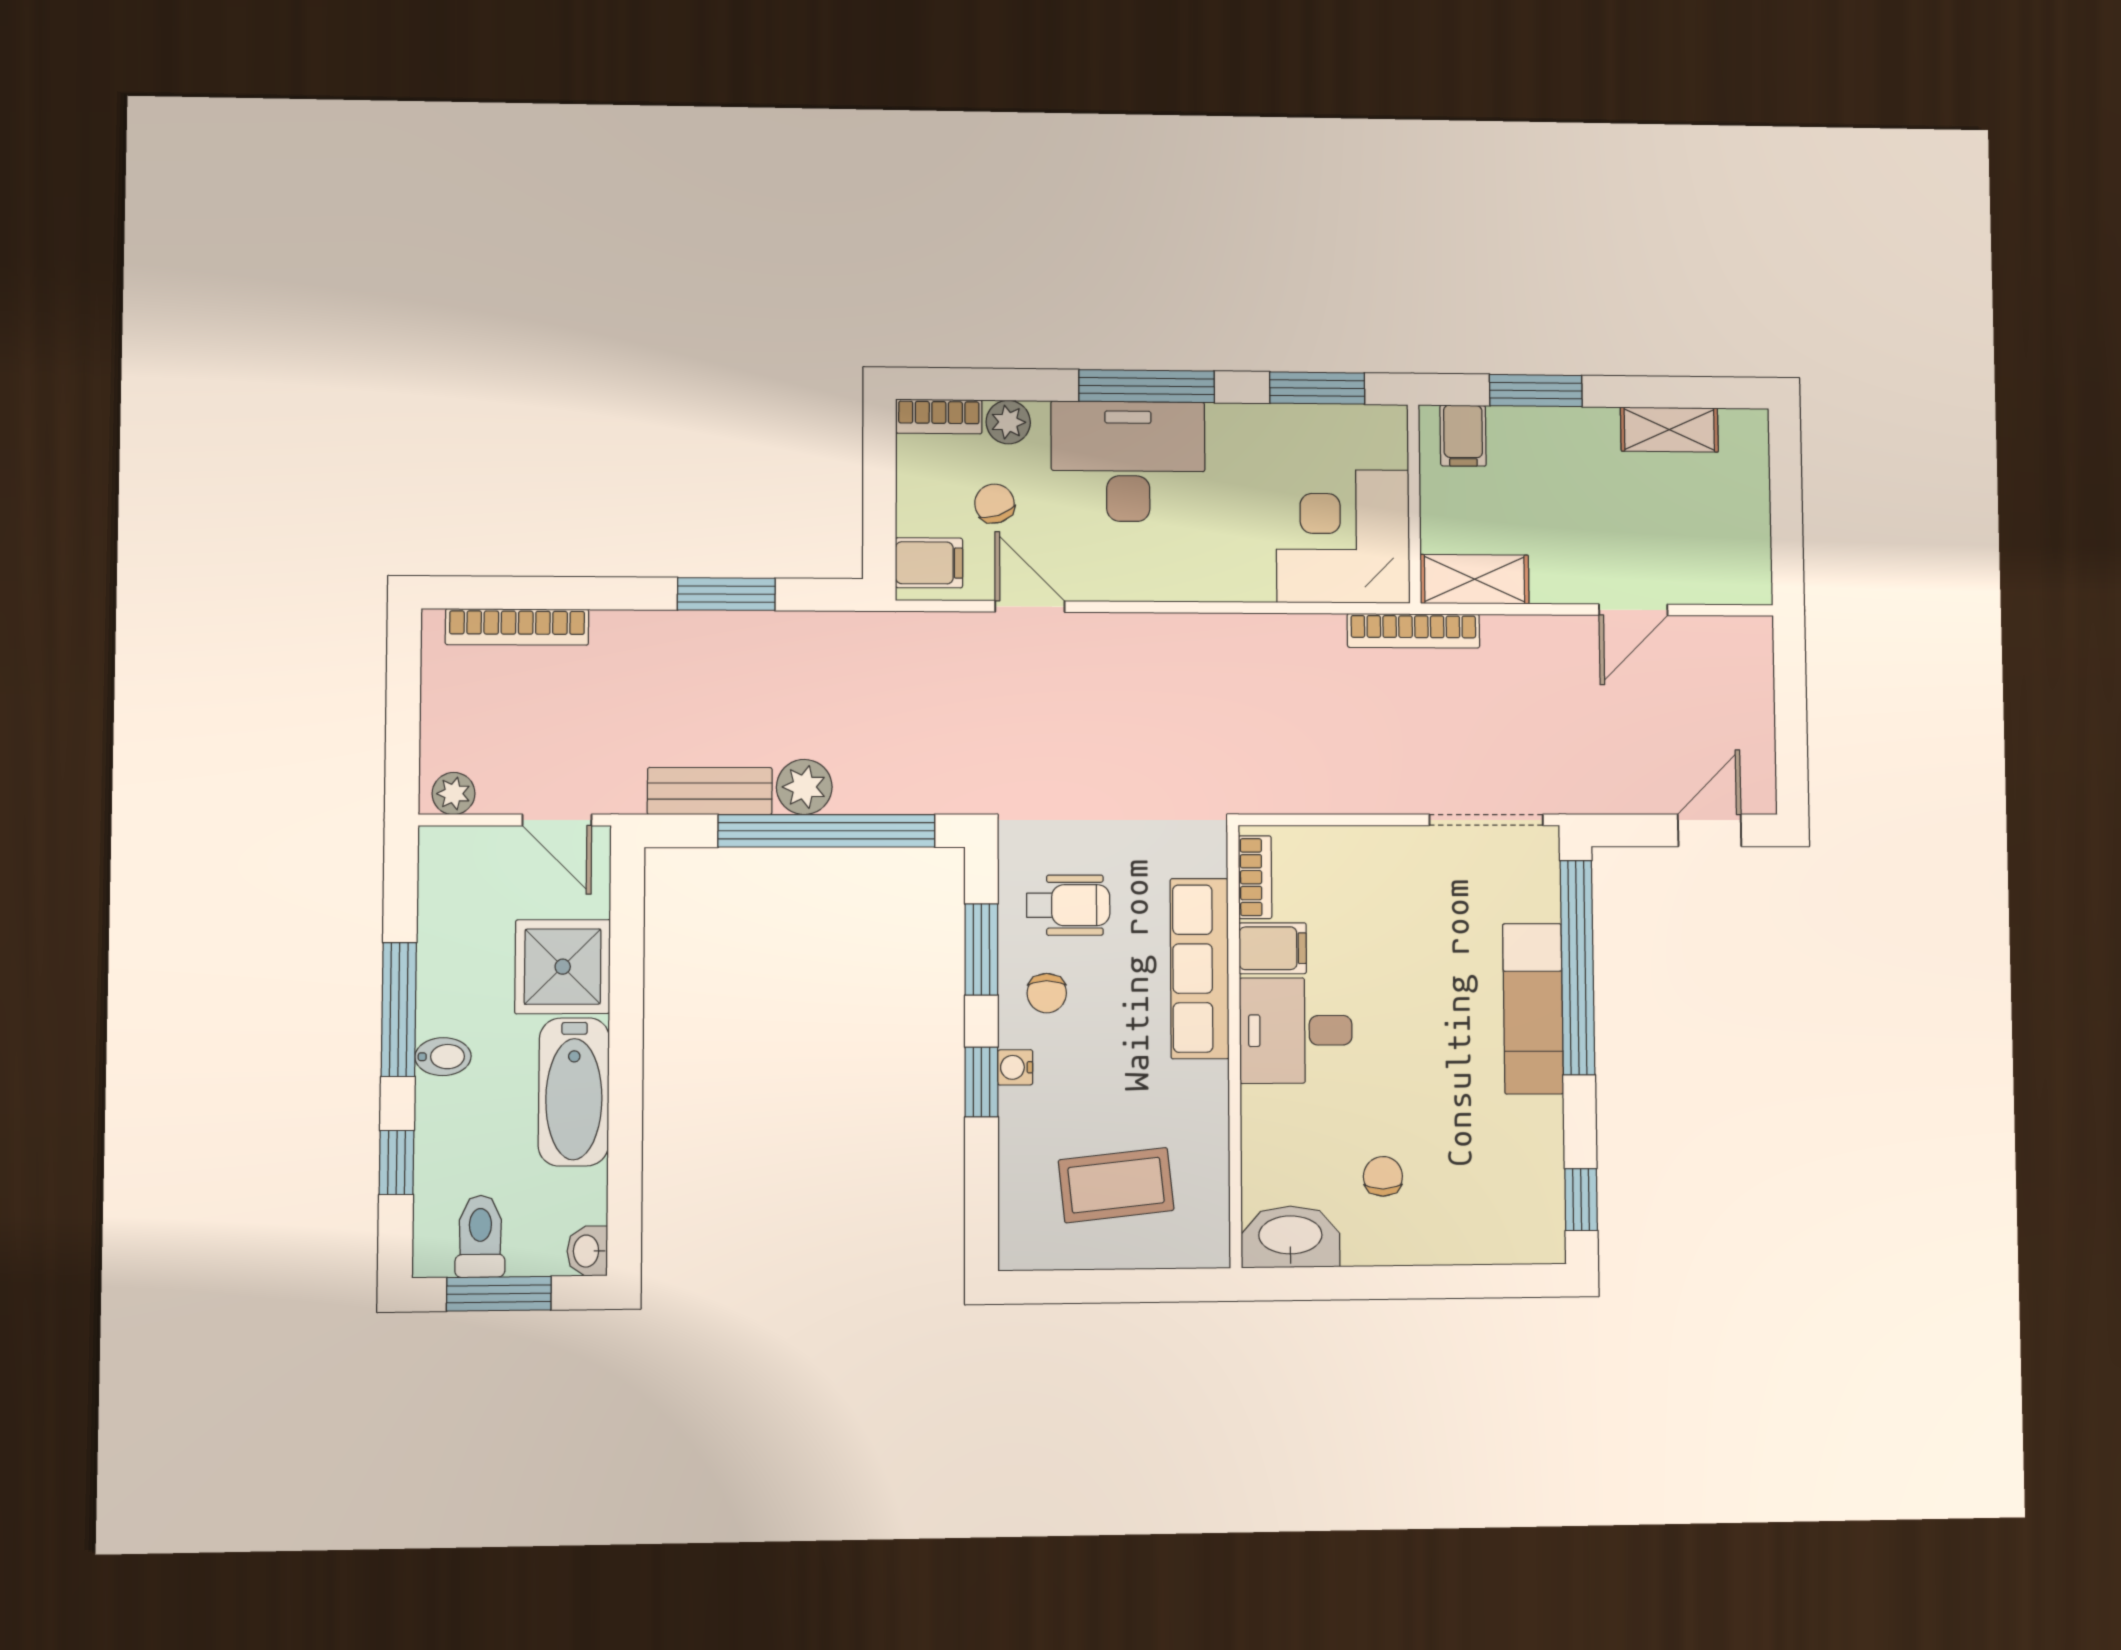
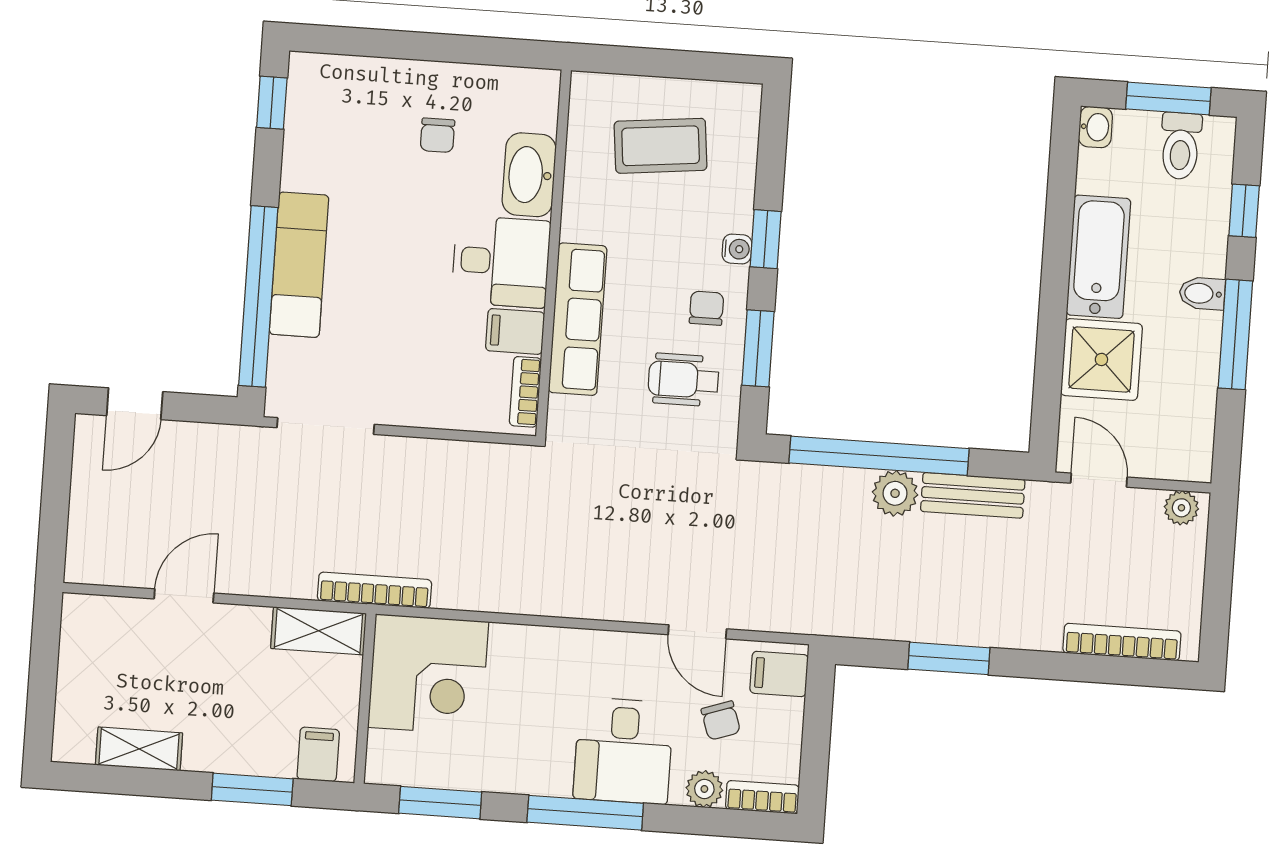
desk: (1128, 461) -> (623, 751), width x0.73
washbasin: (1290, 1237) -> (529, 175), moved, turned 90

